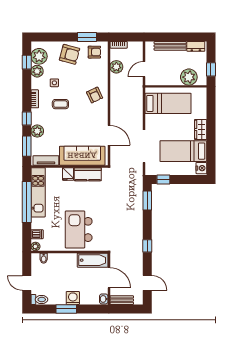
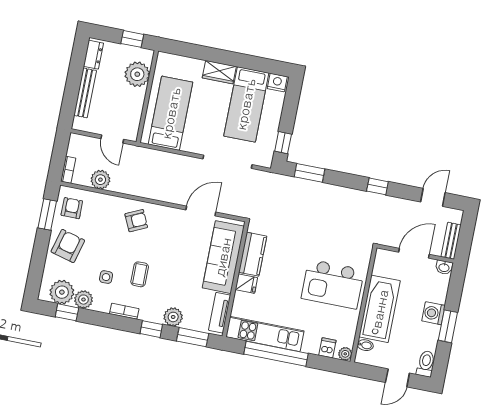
bathtub: (93, 260) -> (380, 309), moved, width x1.36, depth x1.36

